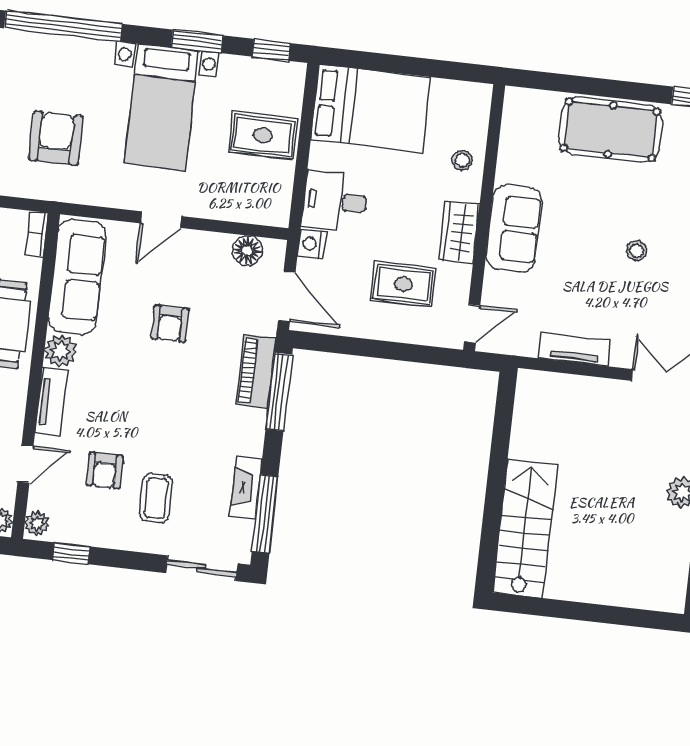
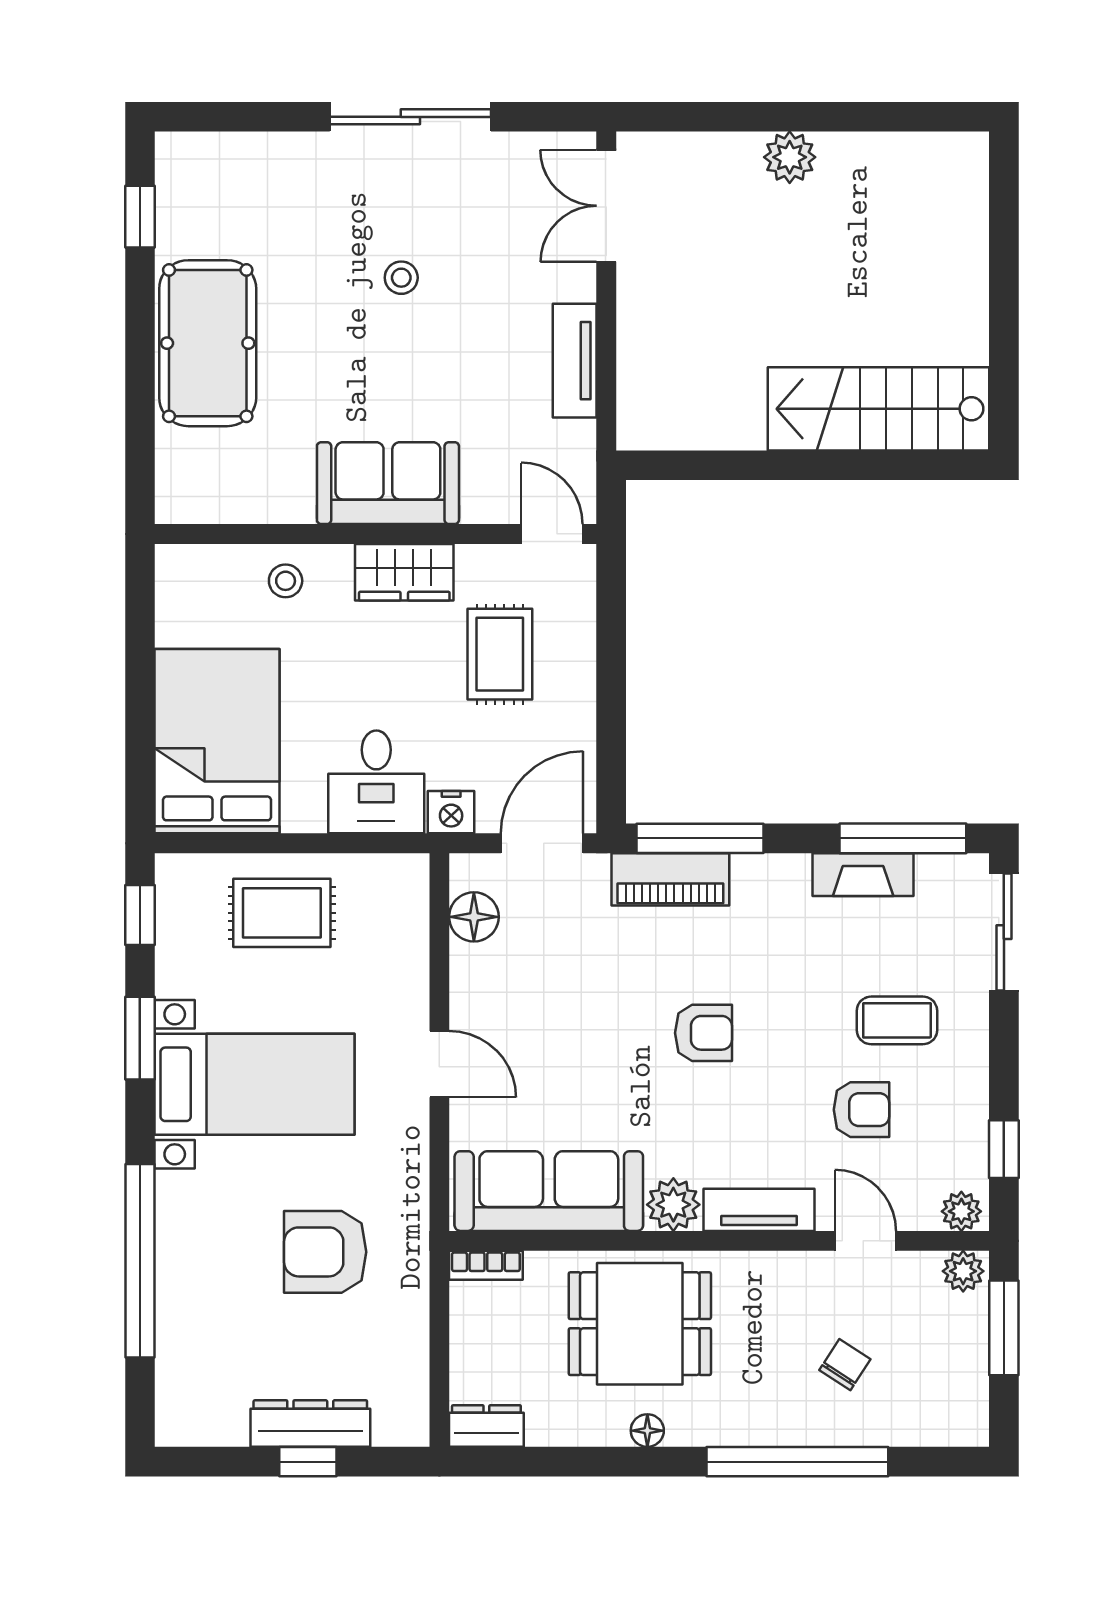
rug: (263, 135) -> (282, 913), turned 90
armchair: (170, 324) -> (704, 1033), moved

